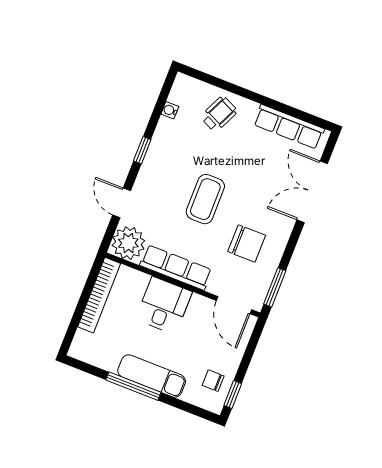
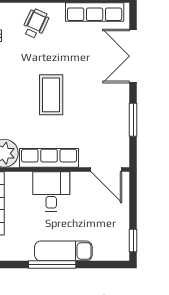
chair: (247, 243) -> (97, 117), removed
window: (275, 287) -> (133, 120), moved
chair: (213, 381) -> (113, 236), removed

